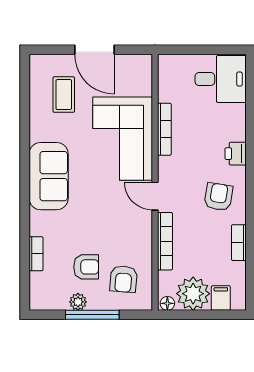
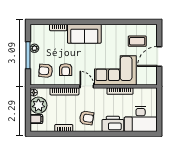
desk: (221, 79) -> (141, 119), width x1.37
printer: (236, 154) -> (113, 124), width x1.87, depth x1.48
sofa: (49, 176) -> (84, 34), moved
door: (155, 196) -> (87, 86), hinge flipped
armchair: (86, 267) -> (66, 70), moved

